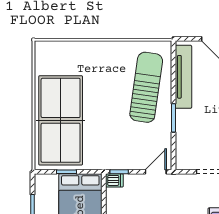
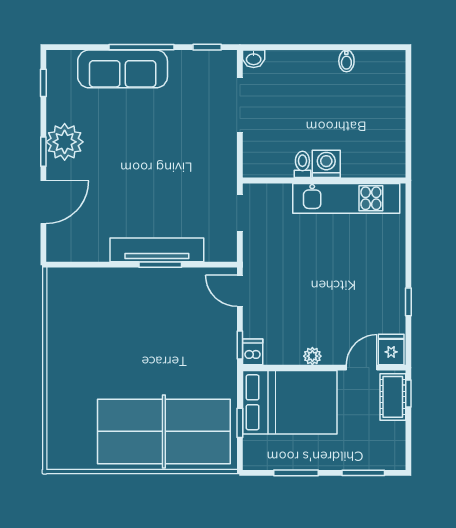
tv unit: (183, 77) -> (157, 250), moved
sun lounger: (146, 87) -> (115, 305), removed

